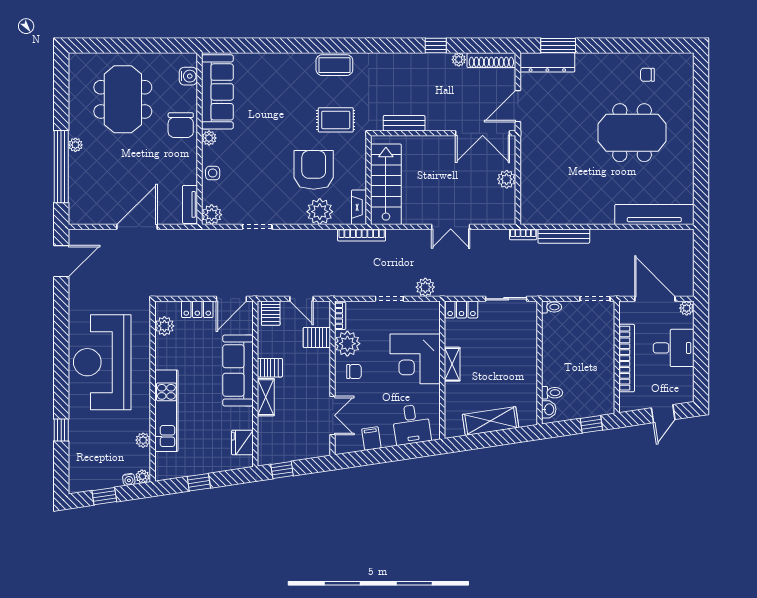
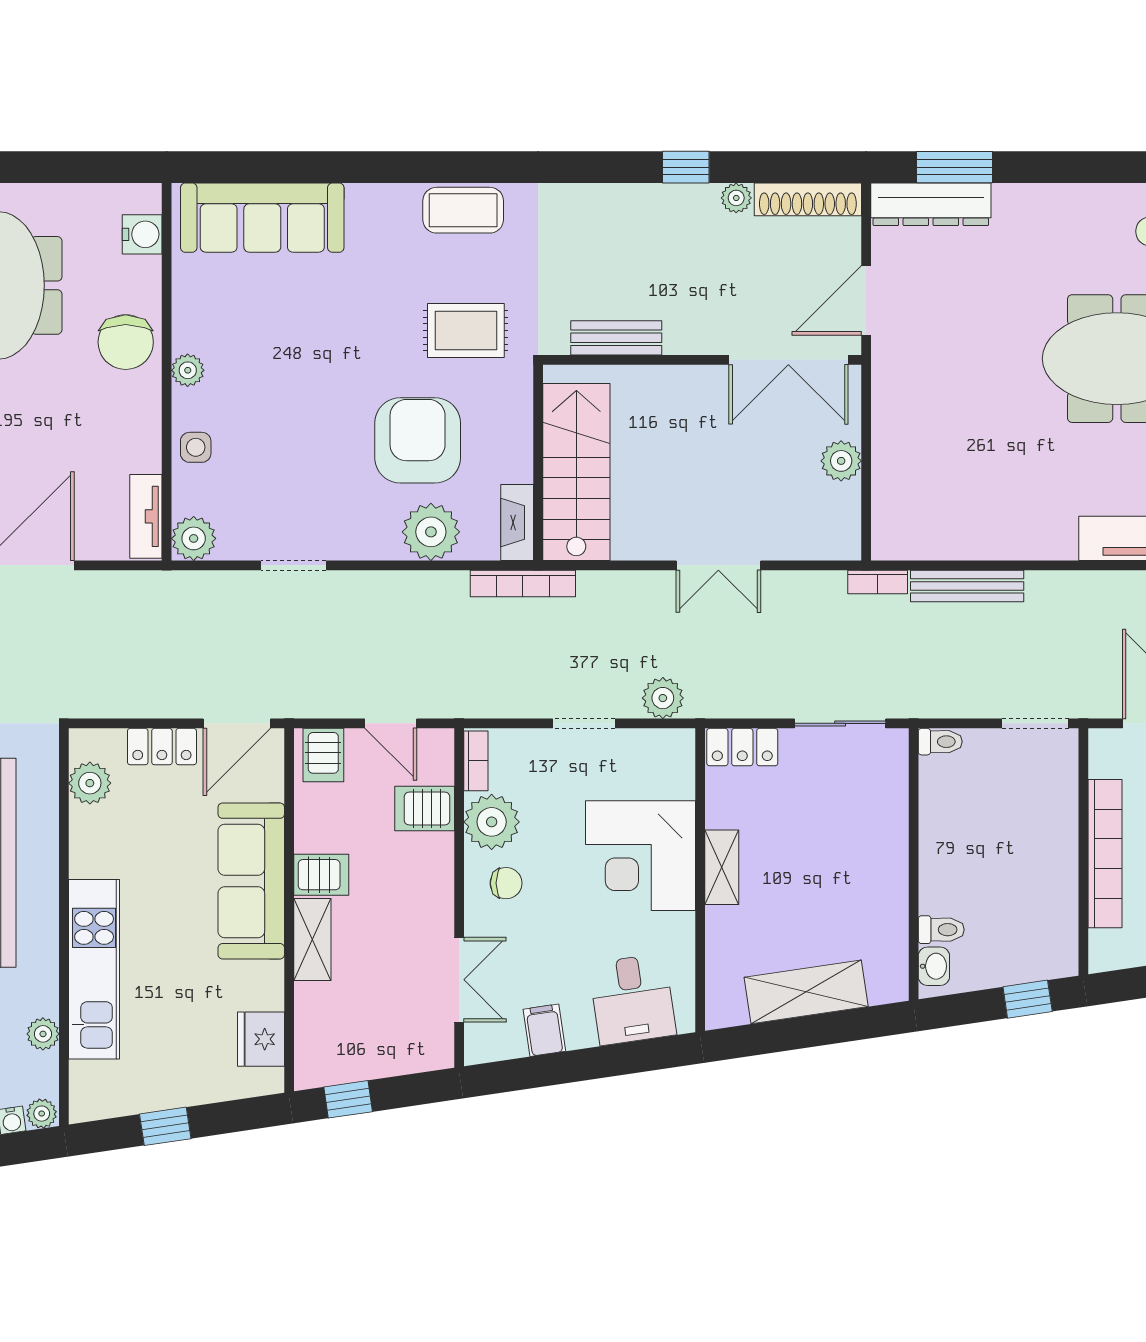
sofa: (217, 92) -> (262, 218), moved, turned 90

